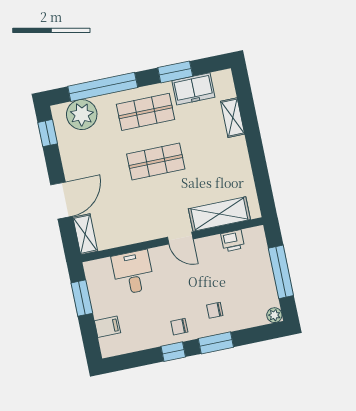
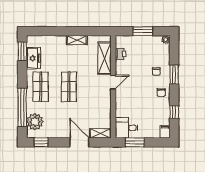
window: (175, 72) -> (22, 51), moved
shelving: (233, 118) -> (77, 40), moved
desk: (133, 272) -> (126, 128), moved
window: (281, 272) -> (143, 31), width x0.69
filing cabinet: (107, 327) -> (165, 132), moved
window: (173, 352) -> (174, 112), moved

